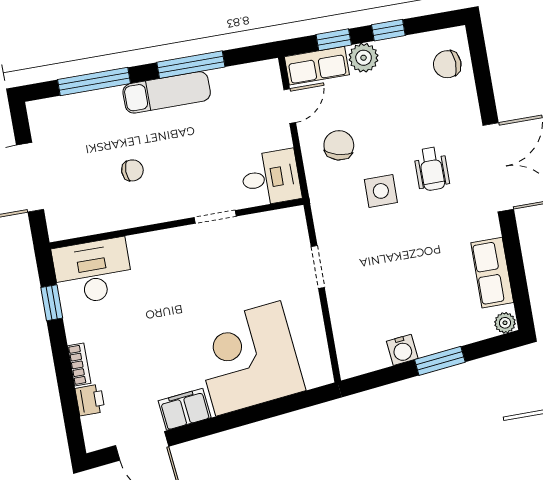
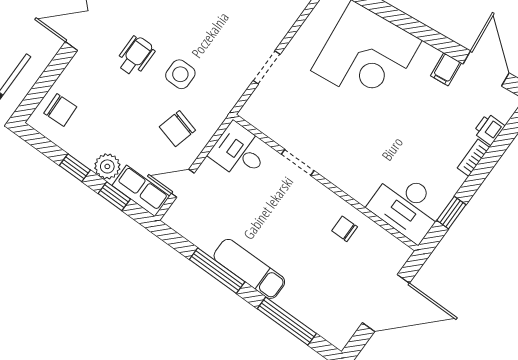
chair: (132, 170) -> (345, 229), moved
filing cabinet: (185, 409) -> (446, 69), width x0.50

